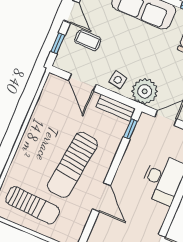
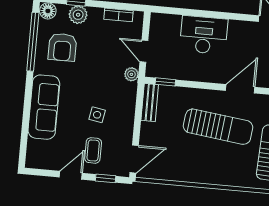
side table: (118, 80) -> (97, 115), moved
door: (82, 82) -> (134, 159), moved
plant: (145, 91) -> (131, 74), width x0.53, depth x0.53

